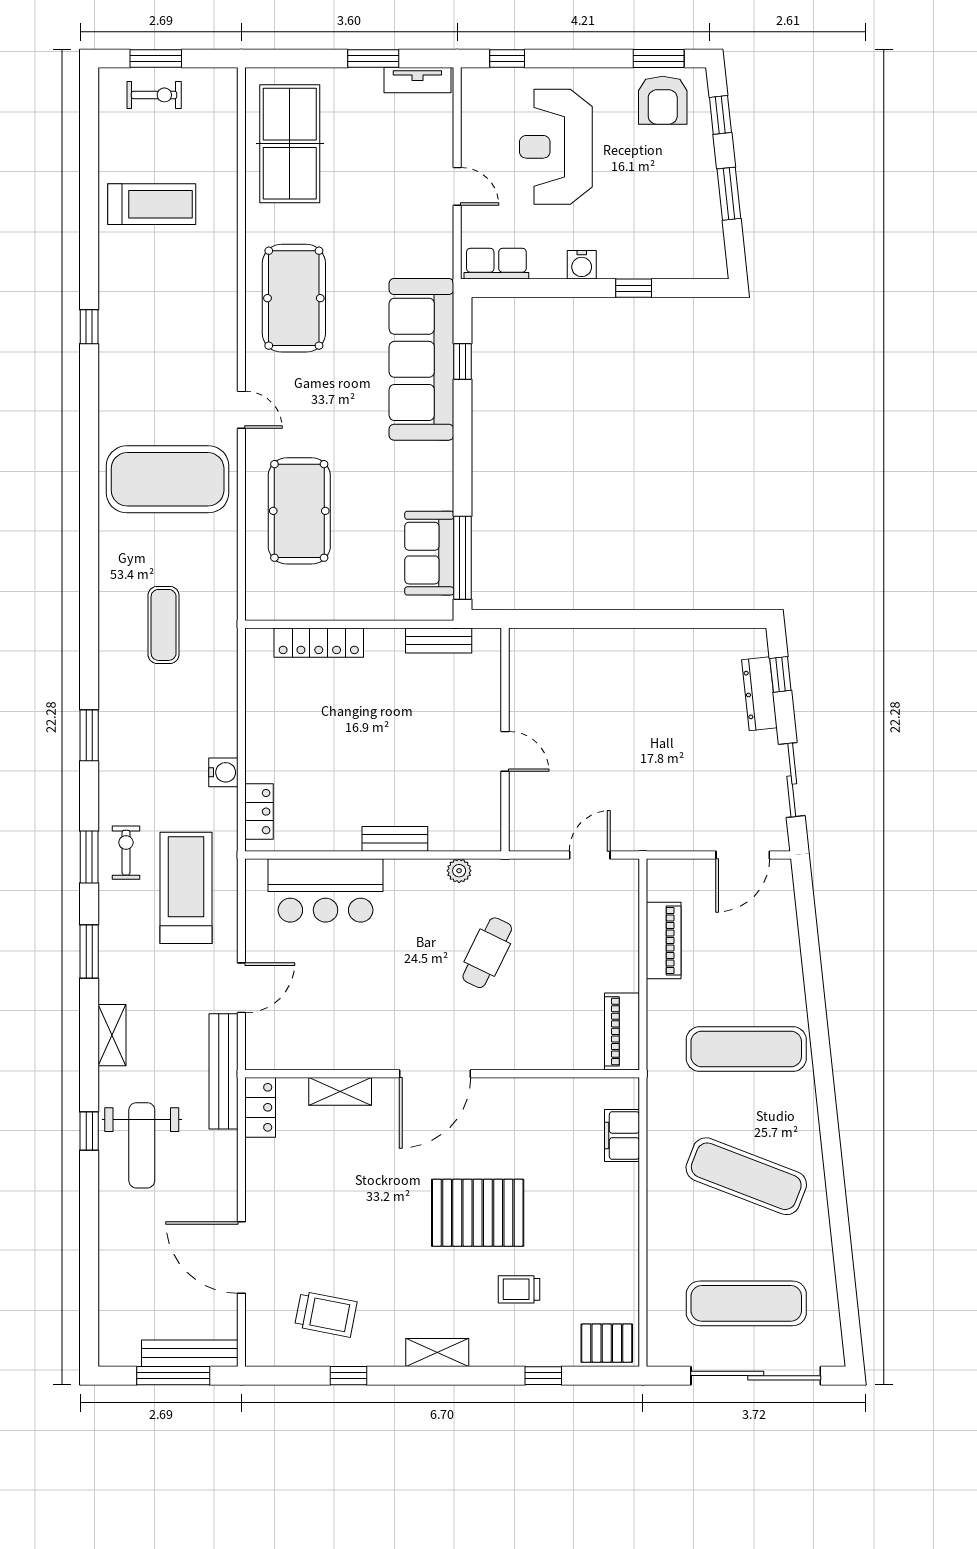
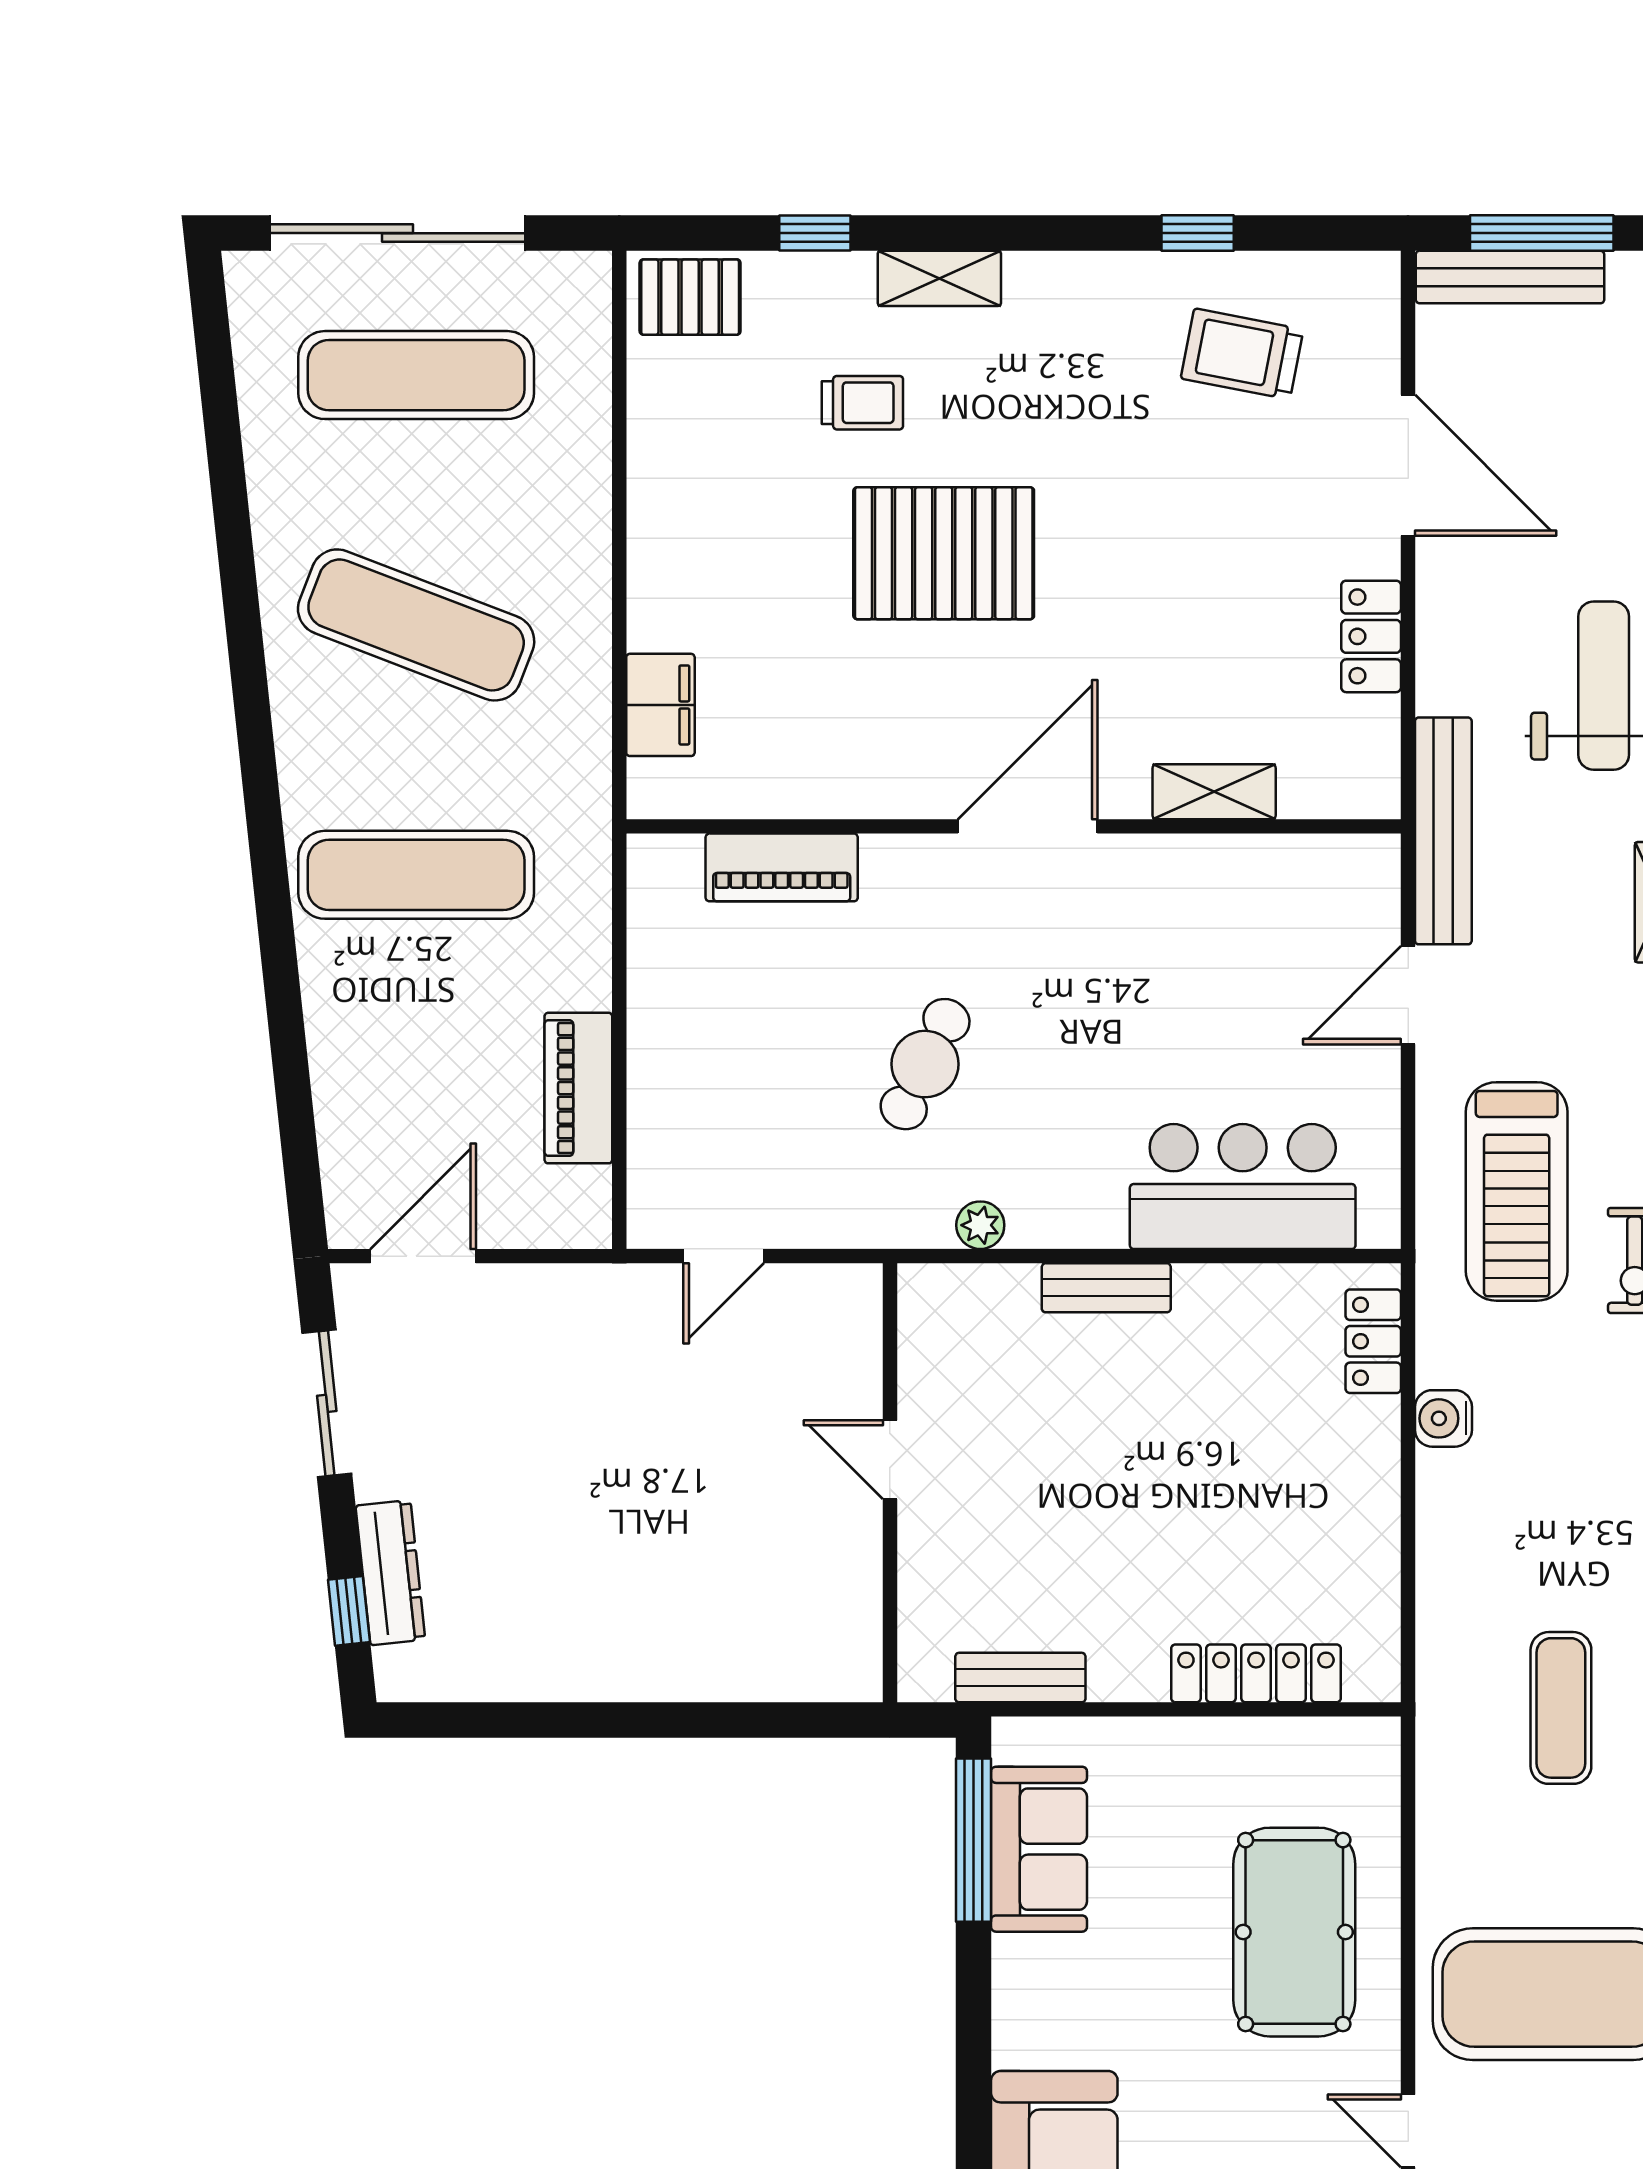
piano: (622, 1031) -> (782, 867), moved, turned 90
locker: (260, 1107) -> (1371, 636), moved
shelving: (437, 1353) -> (939, 278), moved

